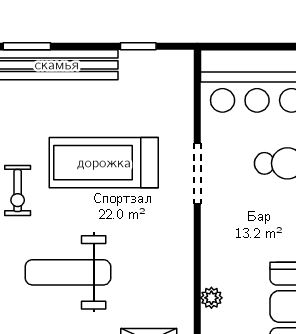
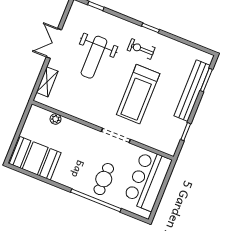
treadmill: (104, 163) -> (138, 94), turned 180
weight bench: (68, 272) -> (94, 57), turned 180

